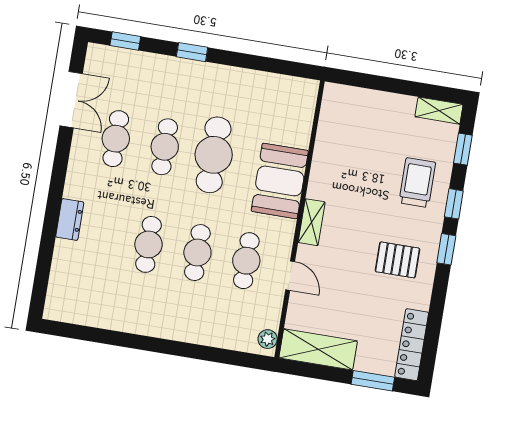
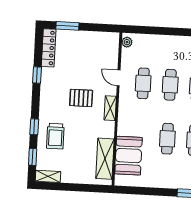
cafe table: (214, 155) -> (167, 139), width x0.73, depth x0.74
booth: (280, 181) -> (129, 156), moved
window: (446, 249) -> (37, 75), moved
pallet: (397, 260) -> (81, 98), moved
shelving: (318, 349) -> (105, 159), moved, turned 90

